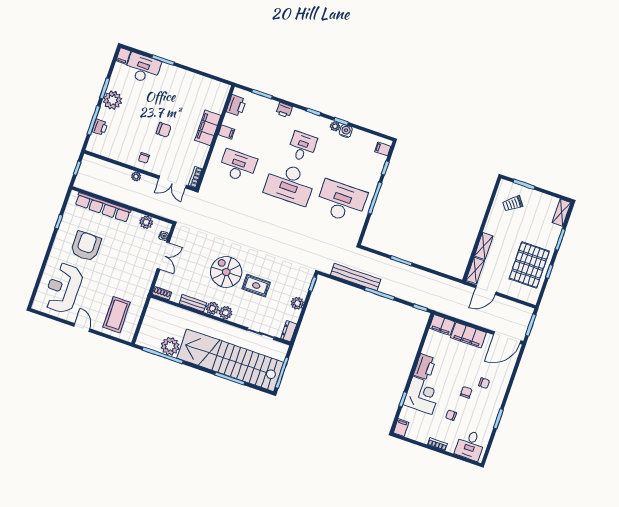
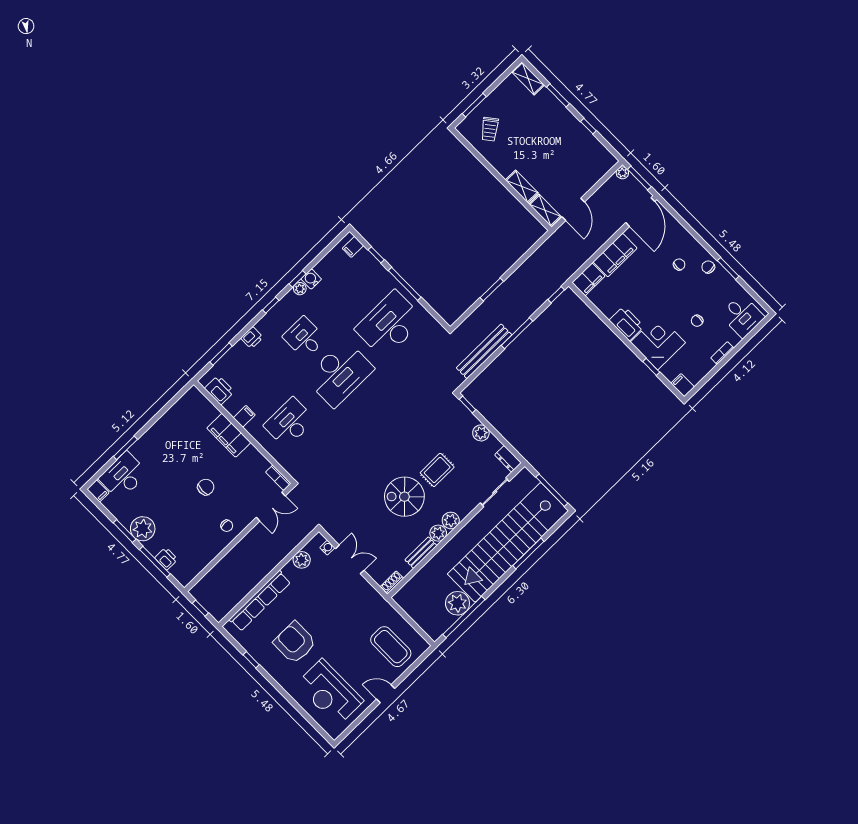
plant: (136, 176) -> (622, 173), moved
pallet: (529, 265) -> (569, 145), removed
chair: (466, 392) -> (708, 267), moved

